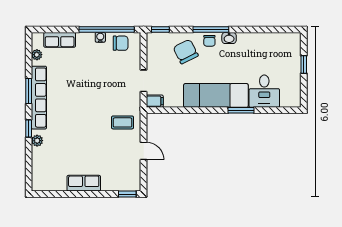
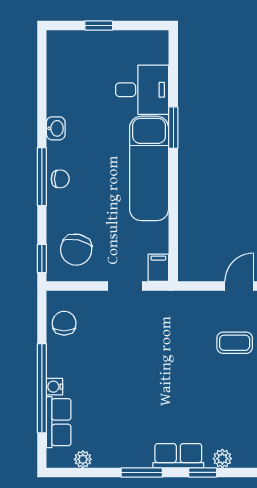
window: (107, 29) -> (42, 388), moved
water cooler: (100, 37) -> (55, 387), moved
washbasin: (229, 38) -> (56, 128), moved
chair: (186, 52) -> (76, 250), moved, turned -51
row of seats: (39, 98) -> (178, 456), width x0.50
coffee table: (123, 122) -> (235, 343), moved, turned 90

